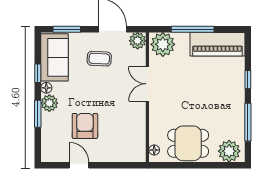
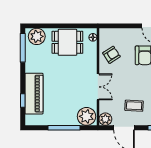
piano: (218, 44) -> (34, 94), moved, turned 90
window: (248, 80) -> (23, 101), moved
window: (248, 122) -> (23, 48), moved
armchair: (129, 127) -> (111, 55), added

